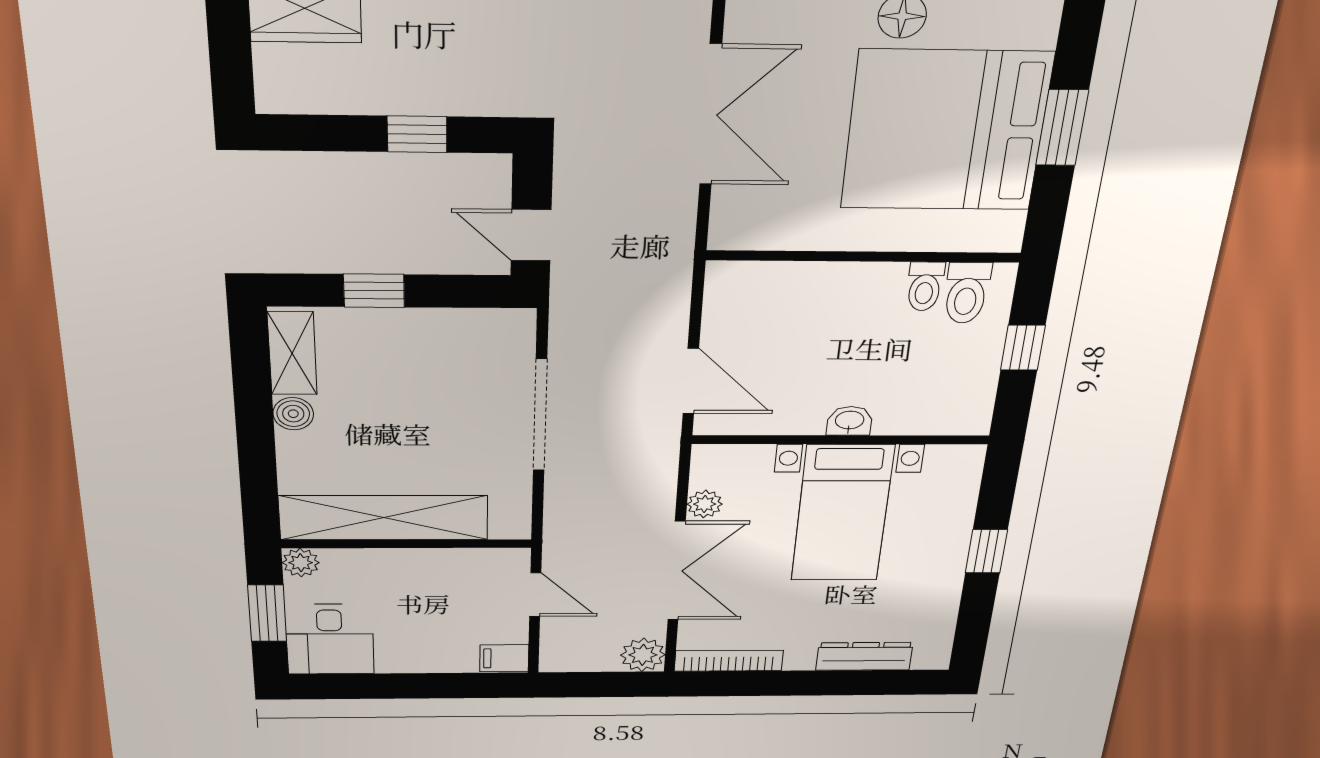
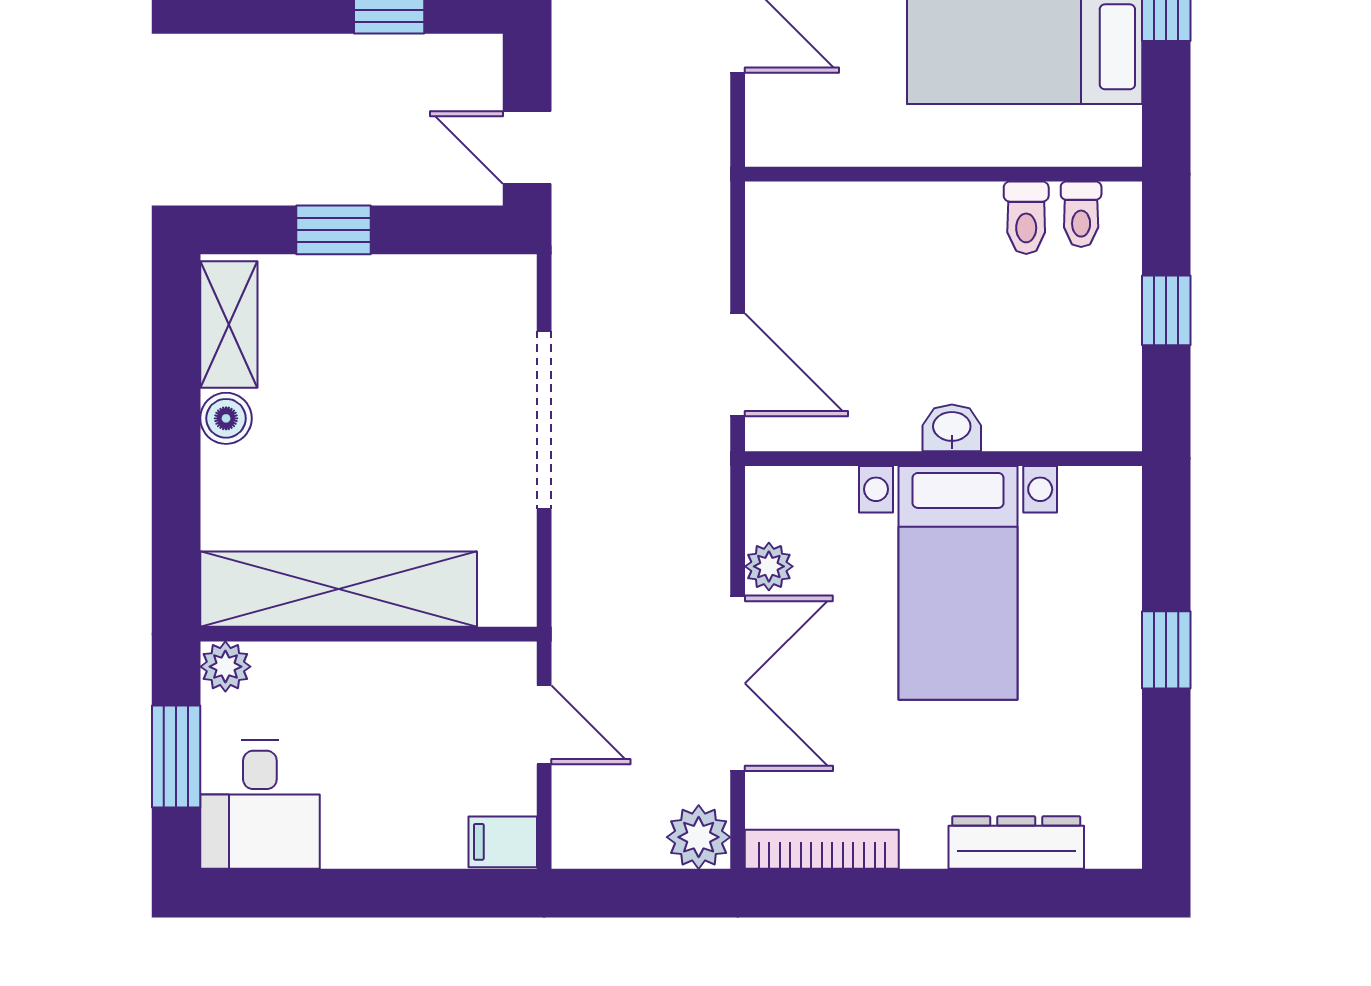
toilet: (967, 293) -> (1081, 214), width x0.73, depth x0.72

